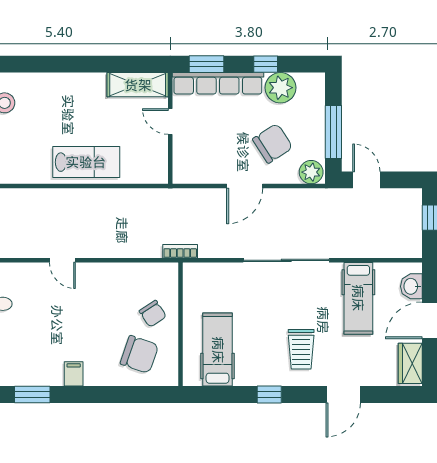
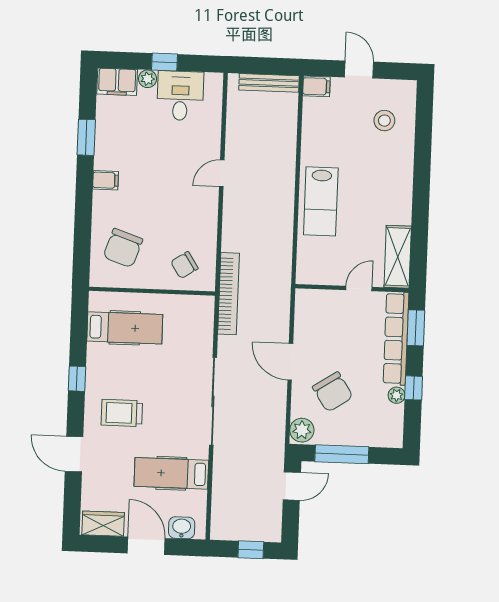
plant: (280, 88) -> (397, 395), width x0.53, depth x0.53
bookcase: (180, 251) -> (229, 294), width x2.31, depth x1.31
chair: (153, 314) -> (184, 265), moved

